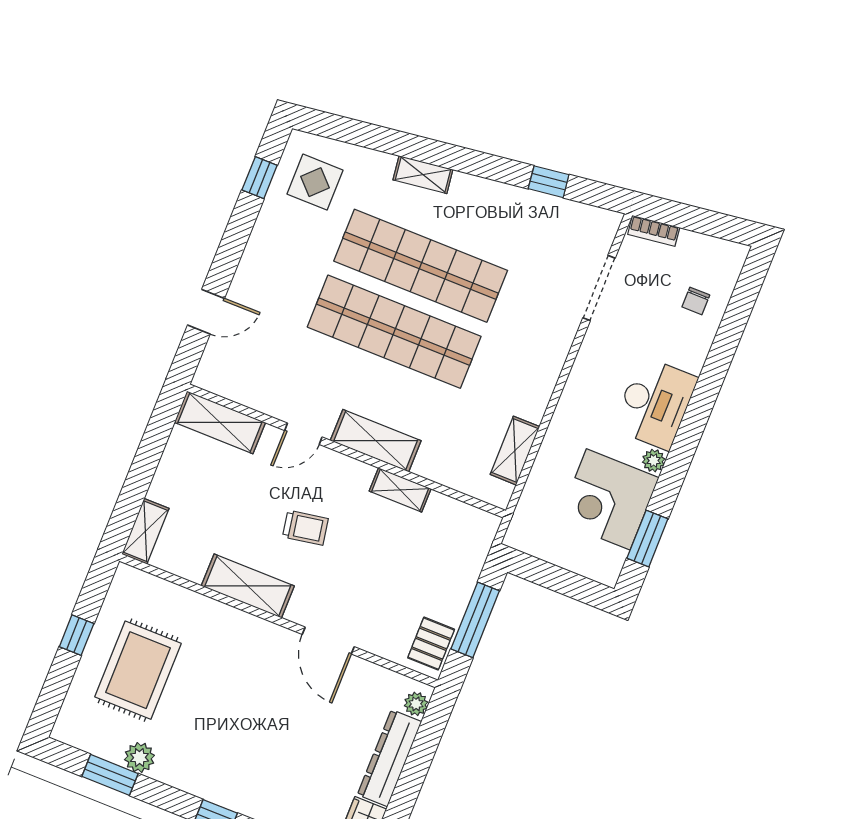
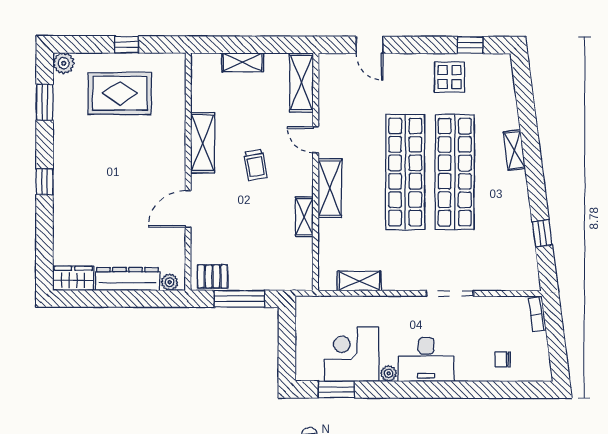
display table: (315, 182) -> (450, 77), moved
doorway: (599, 288) -> (450, 293), moved
shelving: (145, 531) -> (243, 62), moved
plant: (139, 758) -> (64, 63), moved

